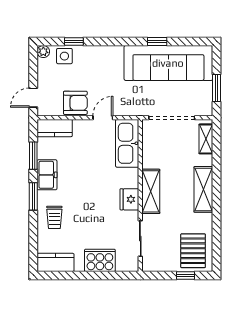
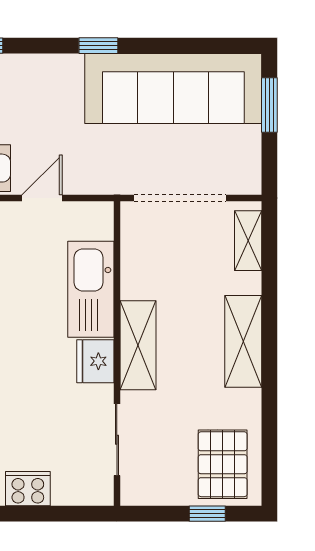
window: (157, 42) -> (98, 46), moved
window: (216, 88) -> (269, 105), moved
kitchen sink: (127, 143) -> (91, 289), moved
cooker: (100, 260) -> (28, 489), width x0.73, depth x0.76

